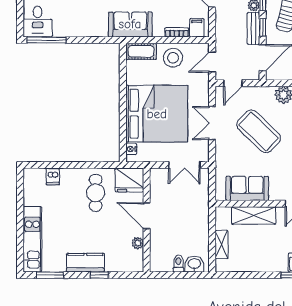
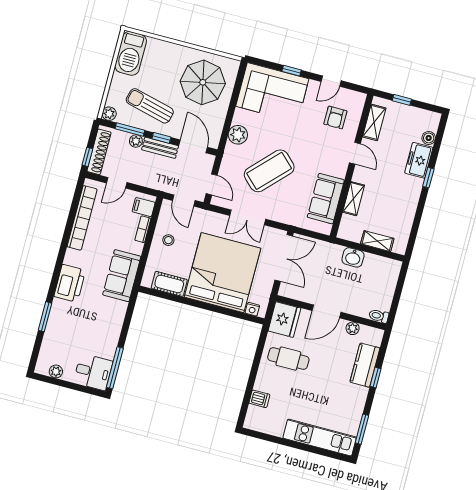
cot: (141, 51) -> (169, 284), moved, turned 90
stool: (173, 58) -> (168, 240), width x0.53, depth x0.53
double door: (184, 165) -> (284, 258), width x1.37
shelving: (254, 215) -> (354, 199), width x0.67, depth x0.75
kitchen counter: (85, 263) -> (365, 365), moved
toilet: (178, 263) -> (379, 316), moved
washbasin: (194, 264) -> (353, 257), moved, turned -90

